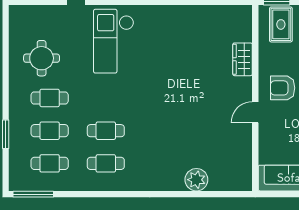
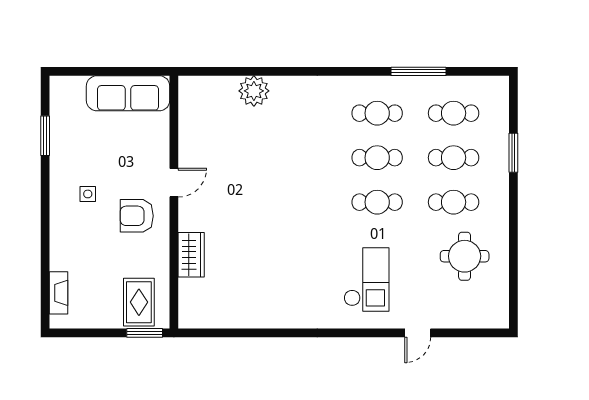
checkout: (114, 41) -> (366, 279), width x0.73, depth x0.83
armchair: (283, 88) -> (137, 216), turned 180
cafe table: (106, 98) -> (377, 202), added
window: (33, 194) -> (418, 71), moved

